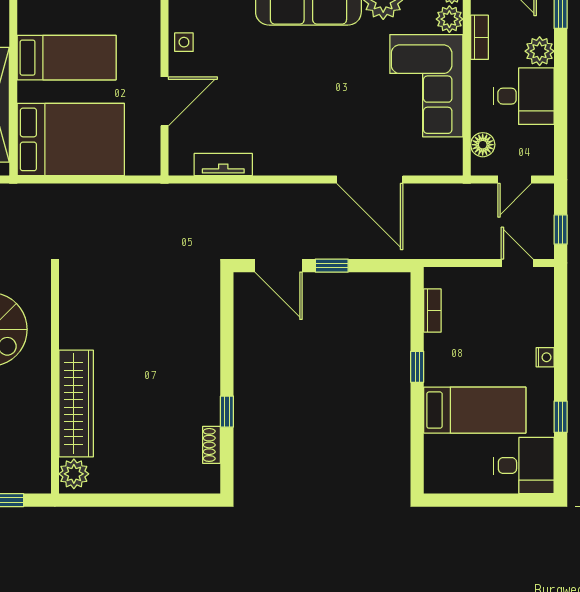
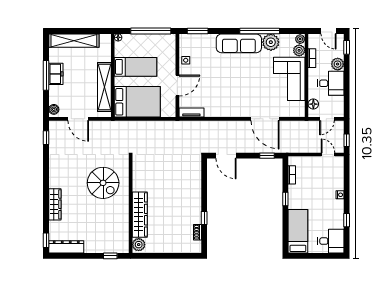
tv unit: (223, 165) -> (191, 113), moved
window: (332, 266) -> (267, 156), moved
bed: (475, 410) -> (298, 231), moved, turned -90

